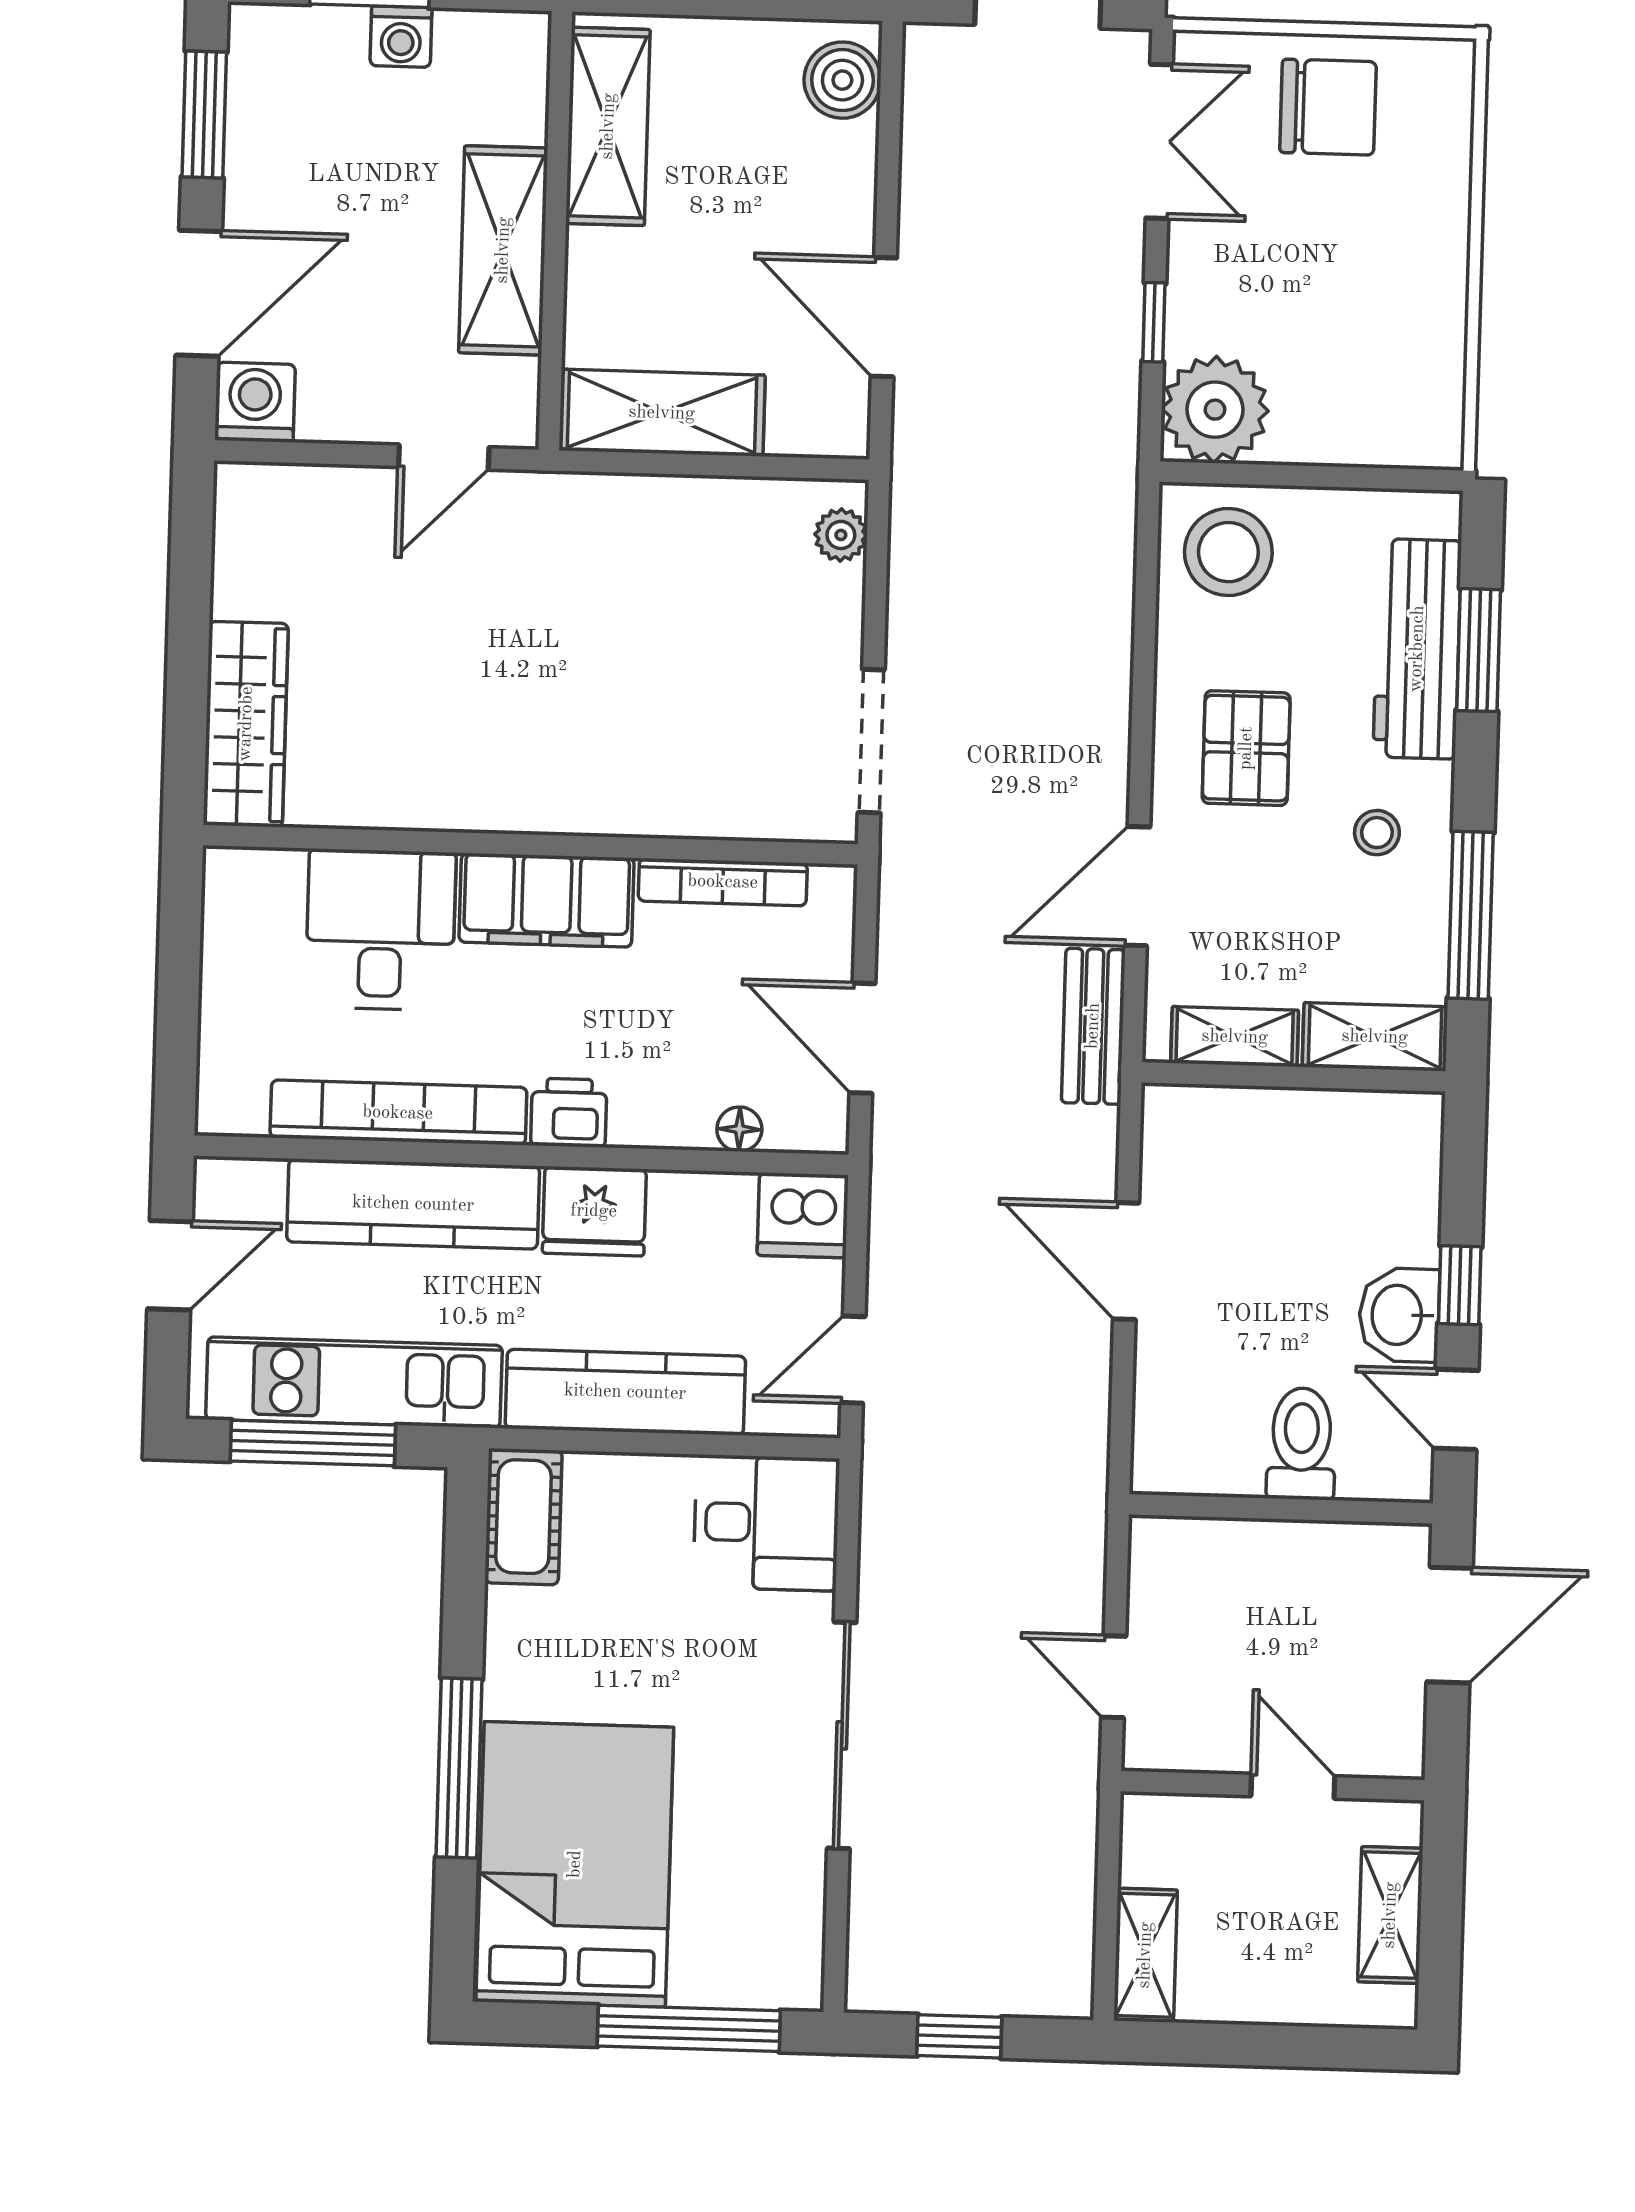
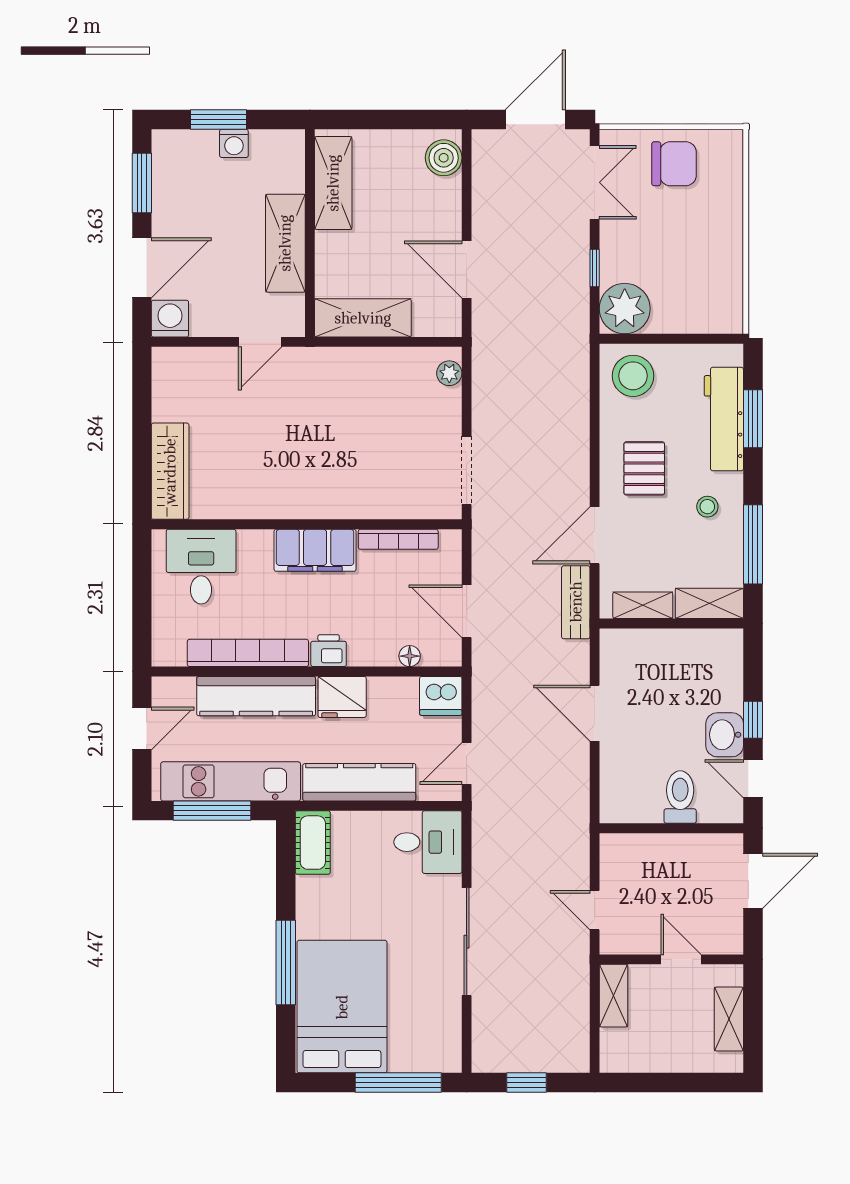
desk: (381, 930) -> (201, 567), moved
shelving: (1145, 1955) -> (613, 996), moved

